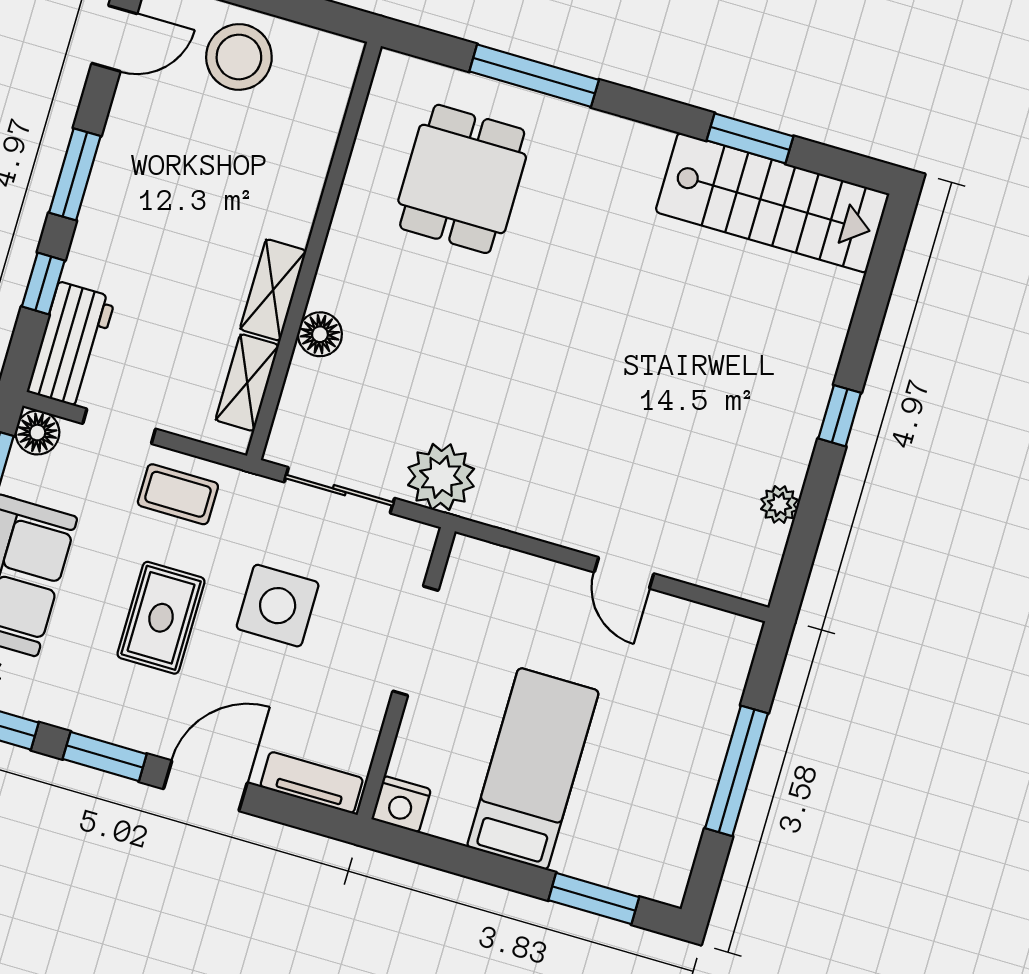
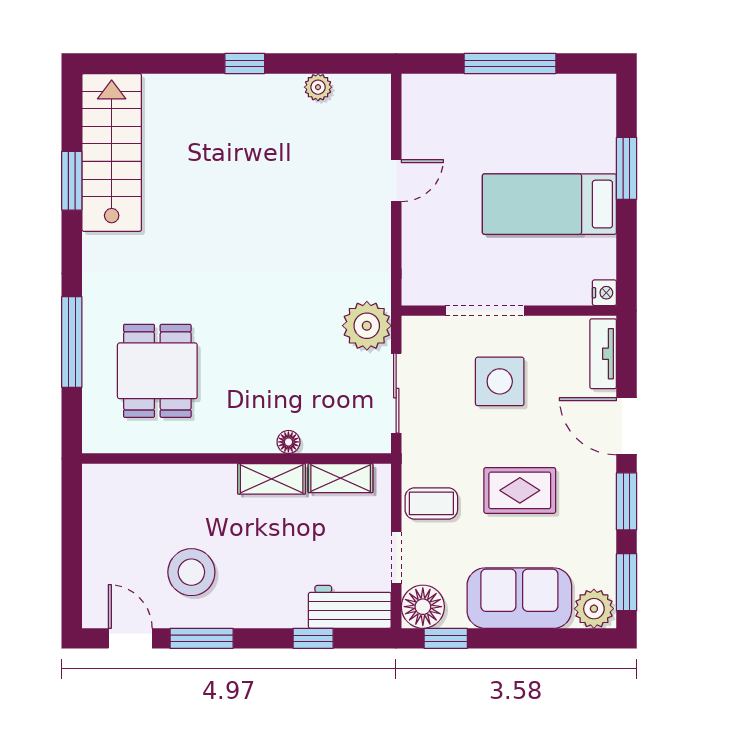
stool: (239, 57) -> (191, 572), moved
window: (75, 174) -> (202, 638), moved
dining table: (462, 179) -> (157, 371), turned 90
floor lamp: (320, 334) -> (288, 442), width x0.73, depth x0.73
floor lamp: (37, 433) -> (423, 607), width x1.38, depth x1.38
coffee table: (178, 494) -> (431, 503), turned 90
side table: (278, 606) -> (500, 381), moved
nightstand: (401, 804) -> (604, 293), width x0.72, depth x0.74
window: (594, 899) -> (627, 168), moved

